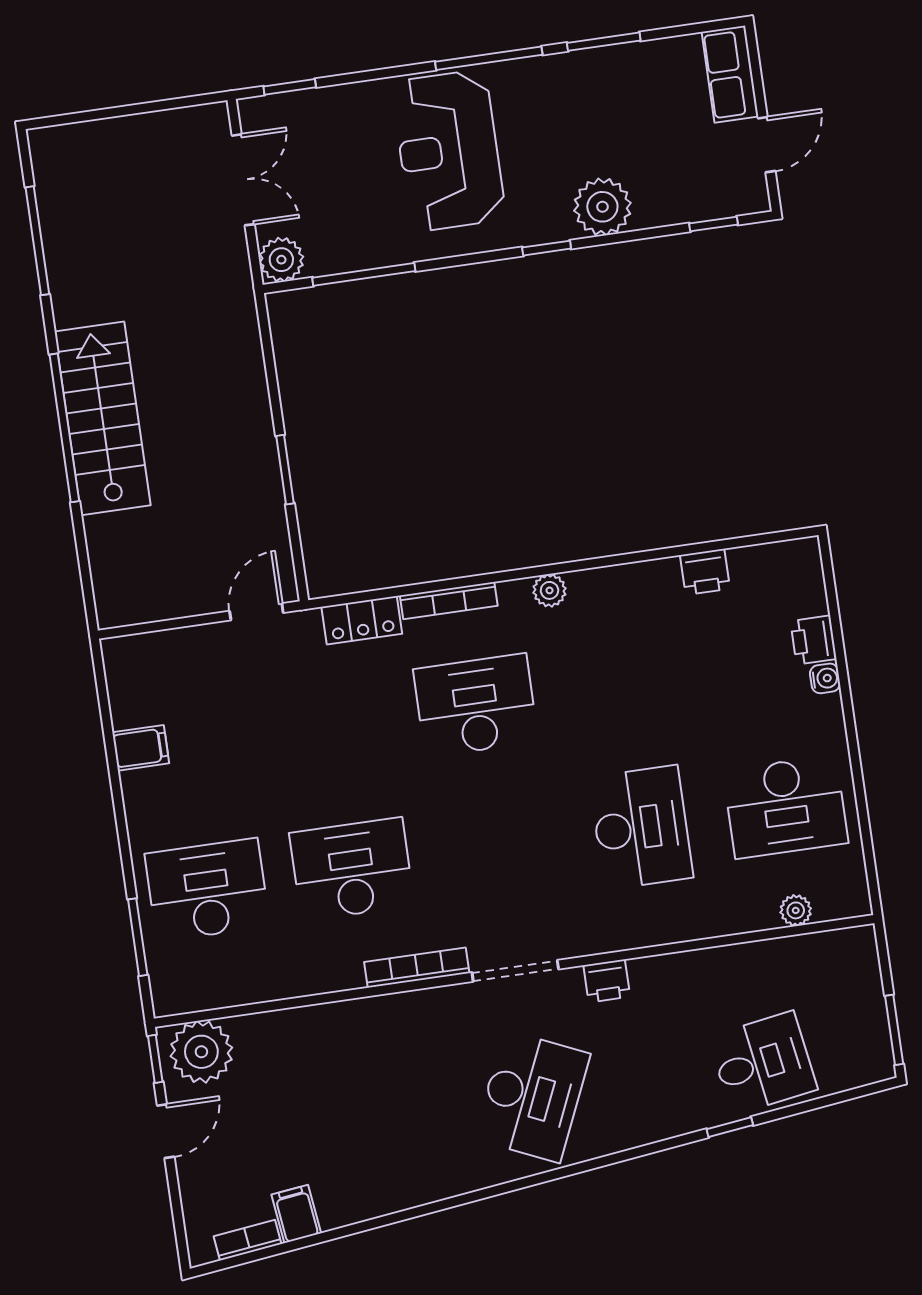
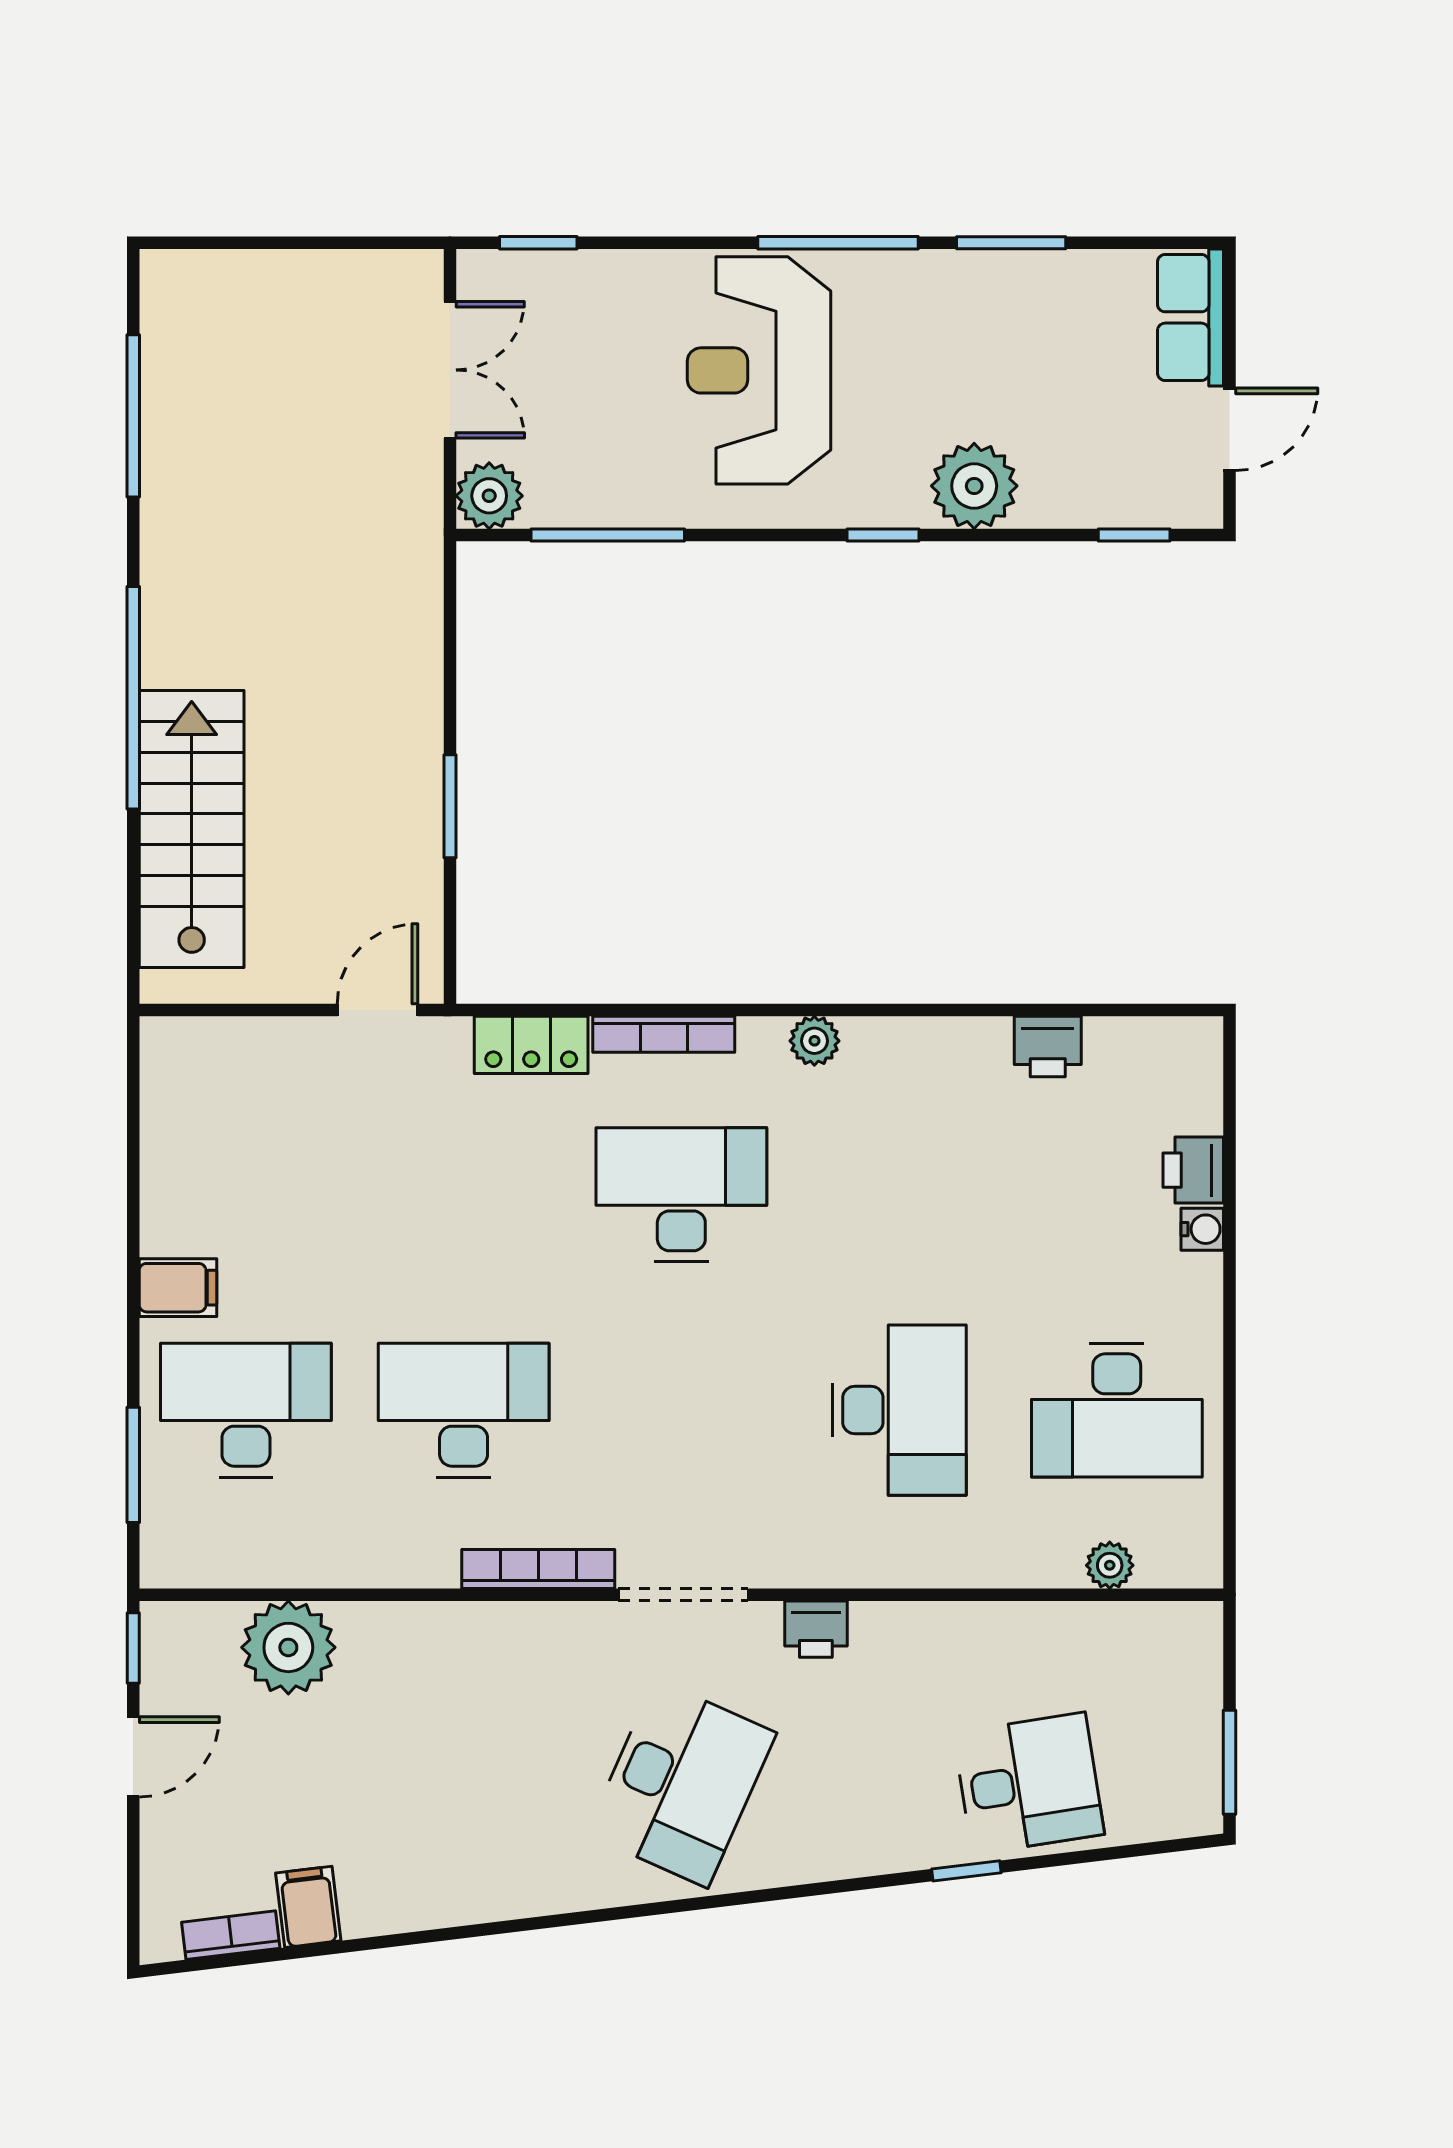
stairs: (103, 418) -> (192, 829), moved
filing cabinet: (141, 748) -> (178, 1288), moved
plant: (201, 1052) -> (288, 1647), moved

